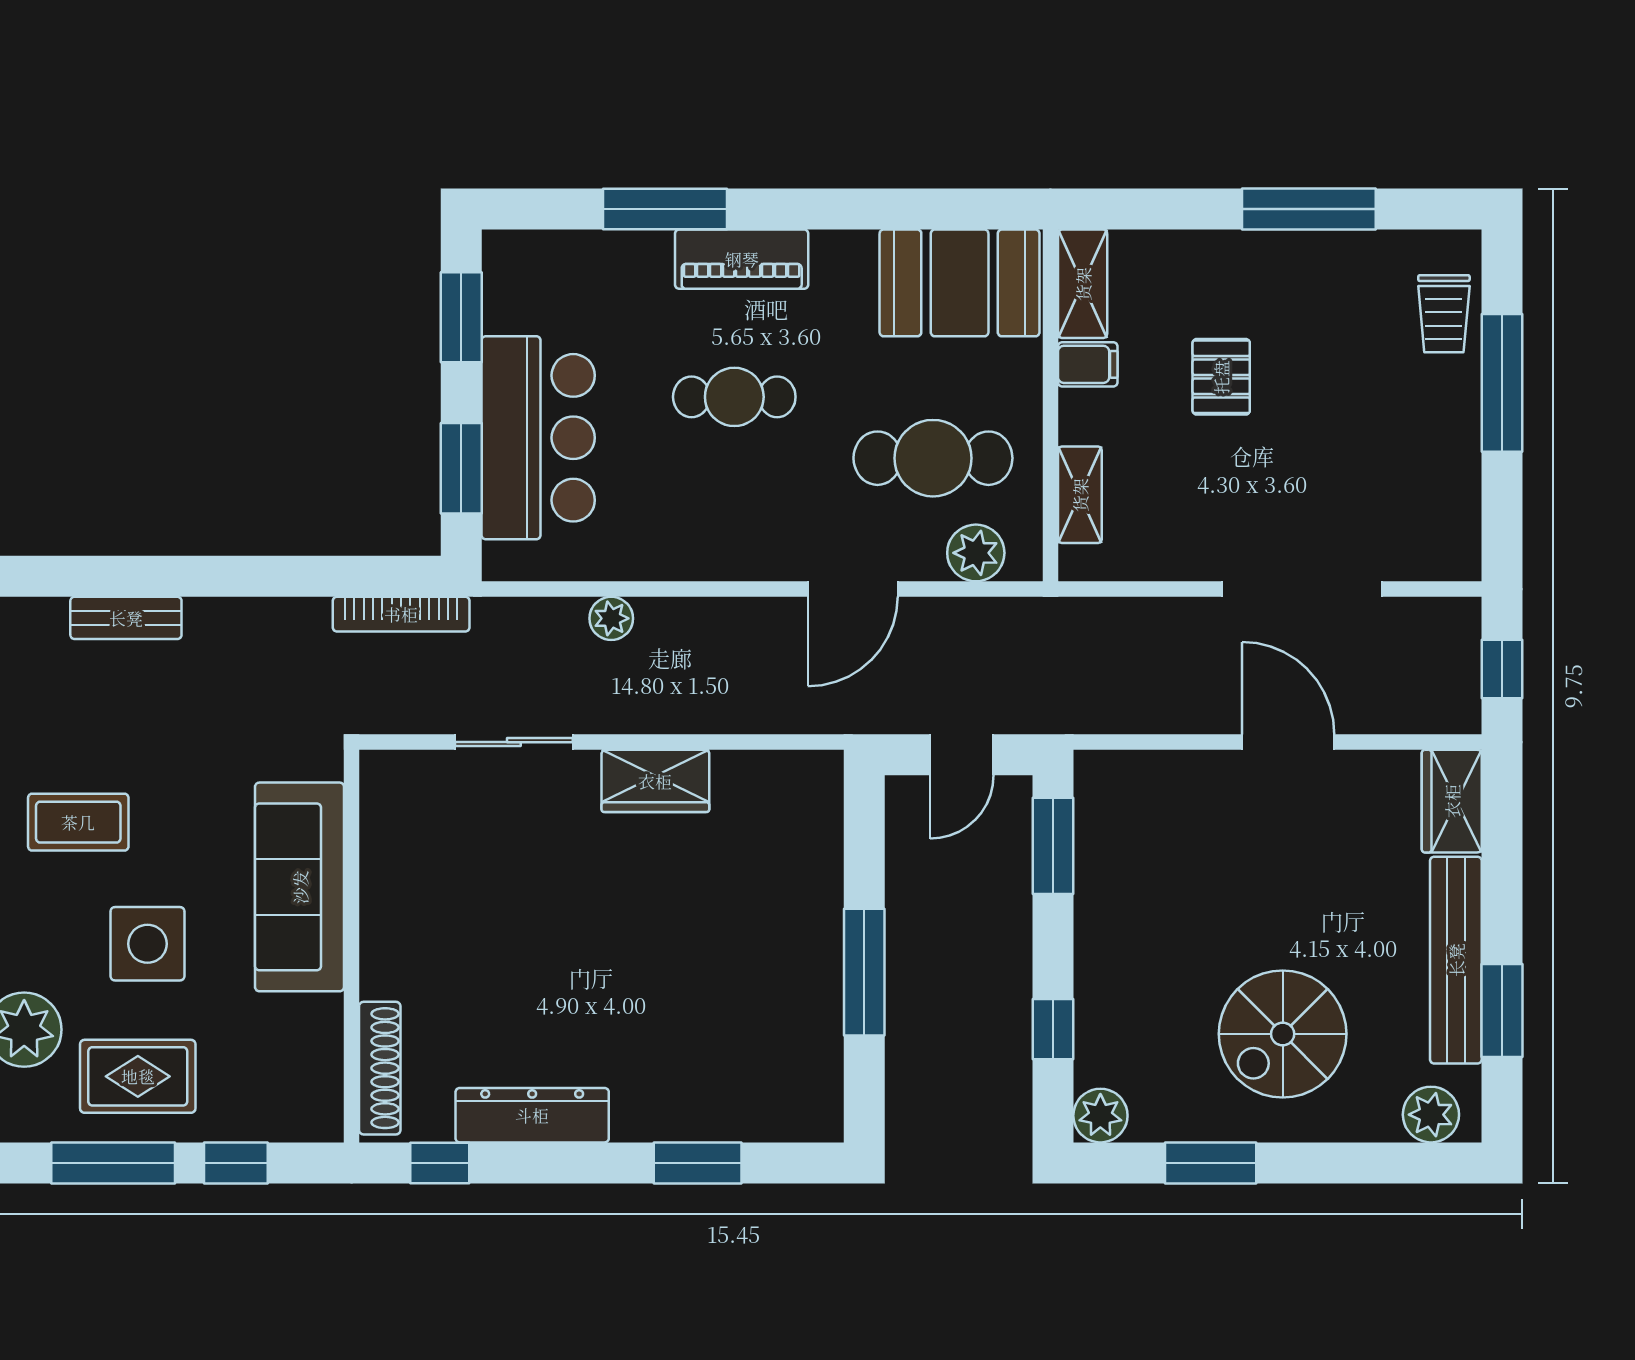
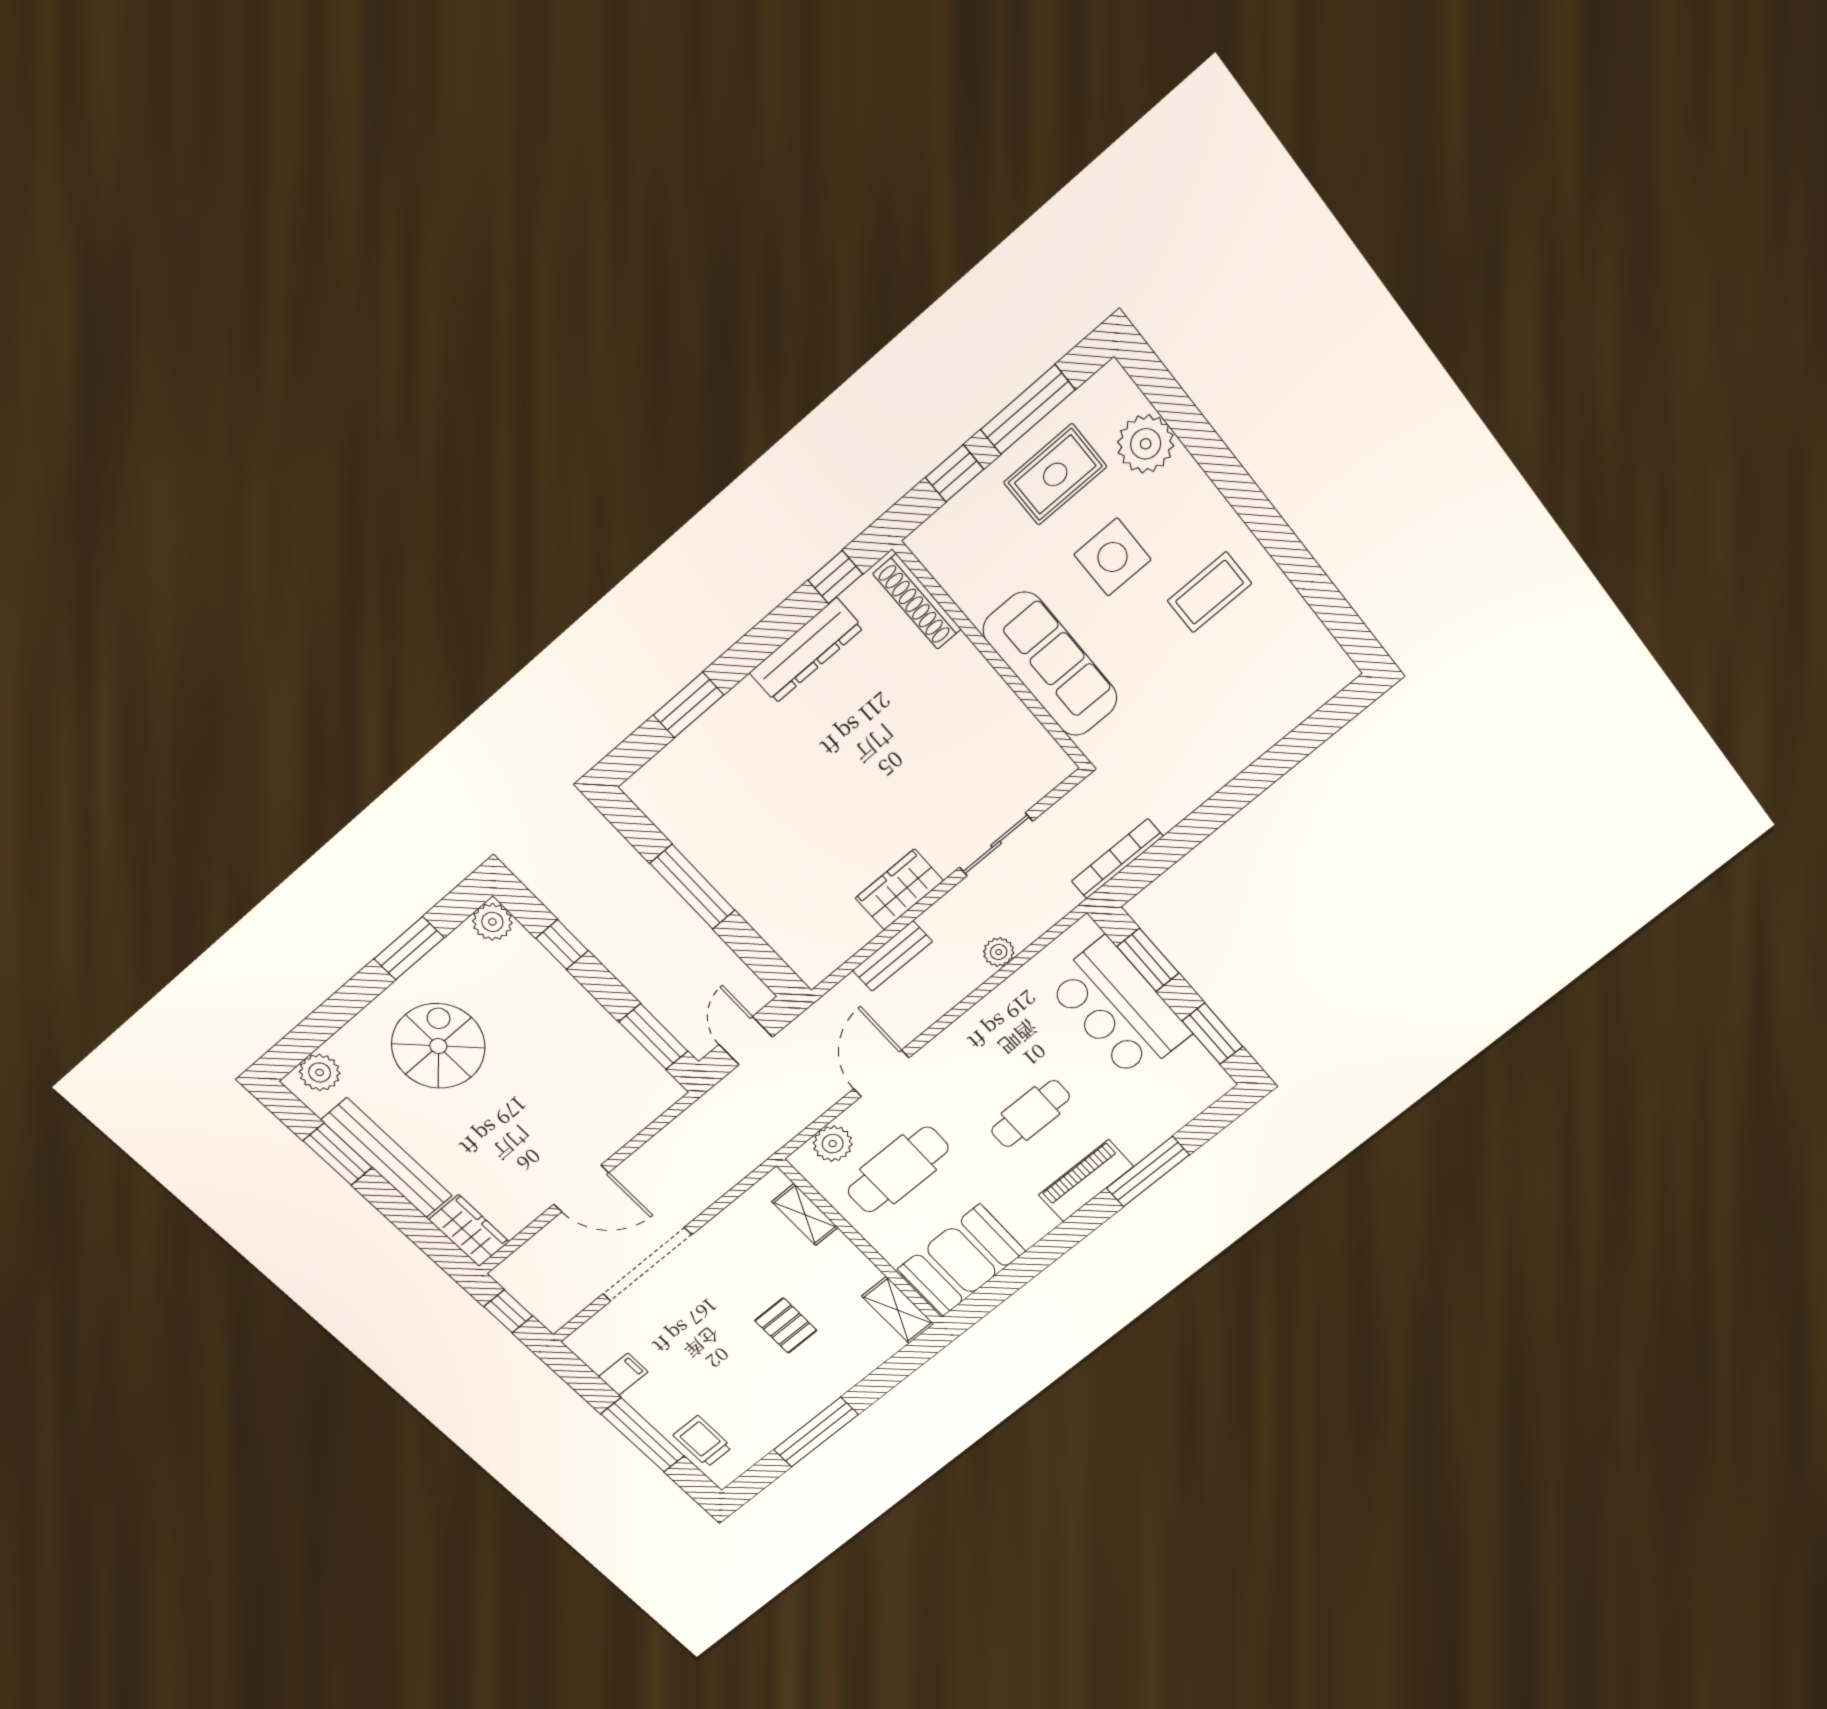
filing cabinet: (1088, 364) -> (623, 1374), moved, turned 180
bench: (126, 618) -> (892, 956), moved

